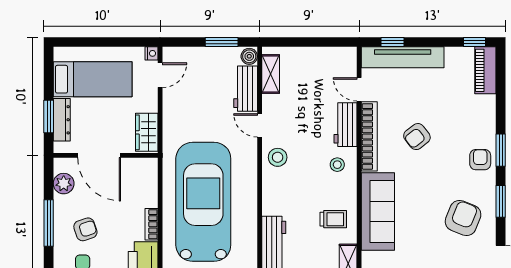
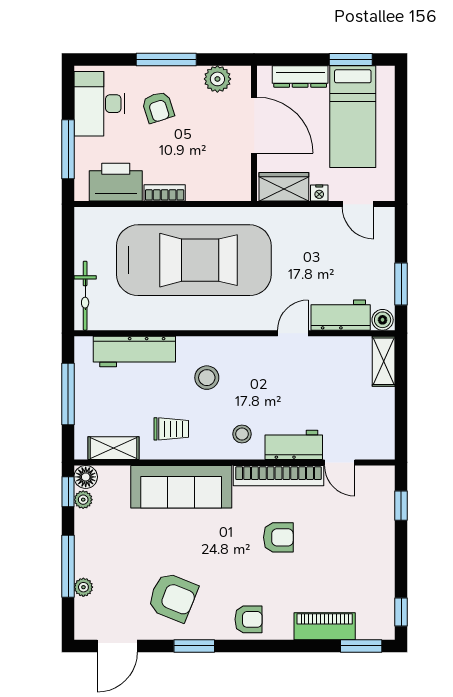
nightstand: (151, 53) -> (319, 193), moved
tv unit: (403, 57) -> (381, 519), removed
piano: (485, 70) -> (325, 626), moved
shelving: (271, 74) -> (384, 361), moved, turned 90
door: (359, 89) -> (340, 462), swing flipped
window: (49, 117) -> (351, 59), moved
armchair: (417, 137) -> (278, 537), turned 128
window: (501, 150) -> (361, 646), moved
door: (99, 155) -> (254, 125), swing flipped
stool: (278, 157) -> (207, 378), moved
trolley: (333, 219) -> (171, 429), turned -90

